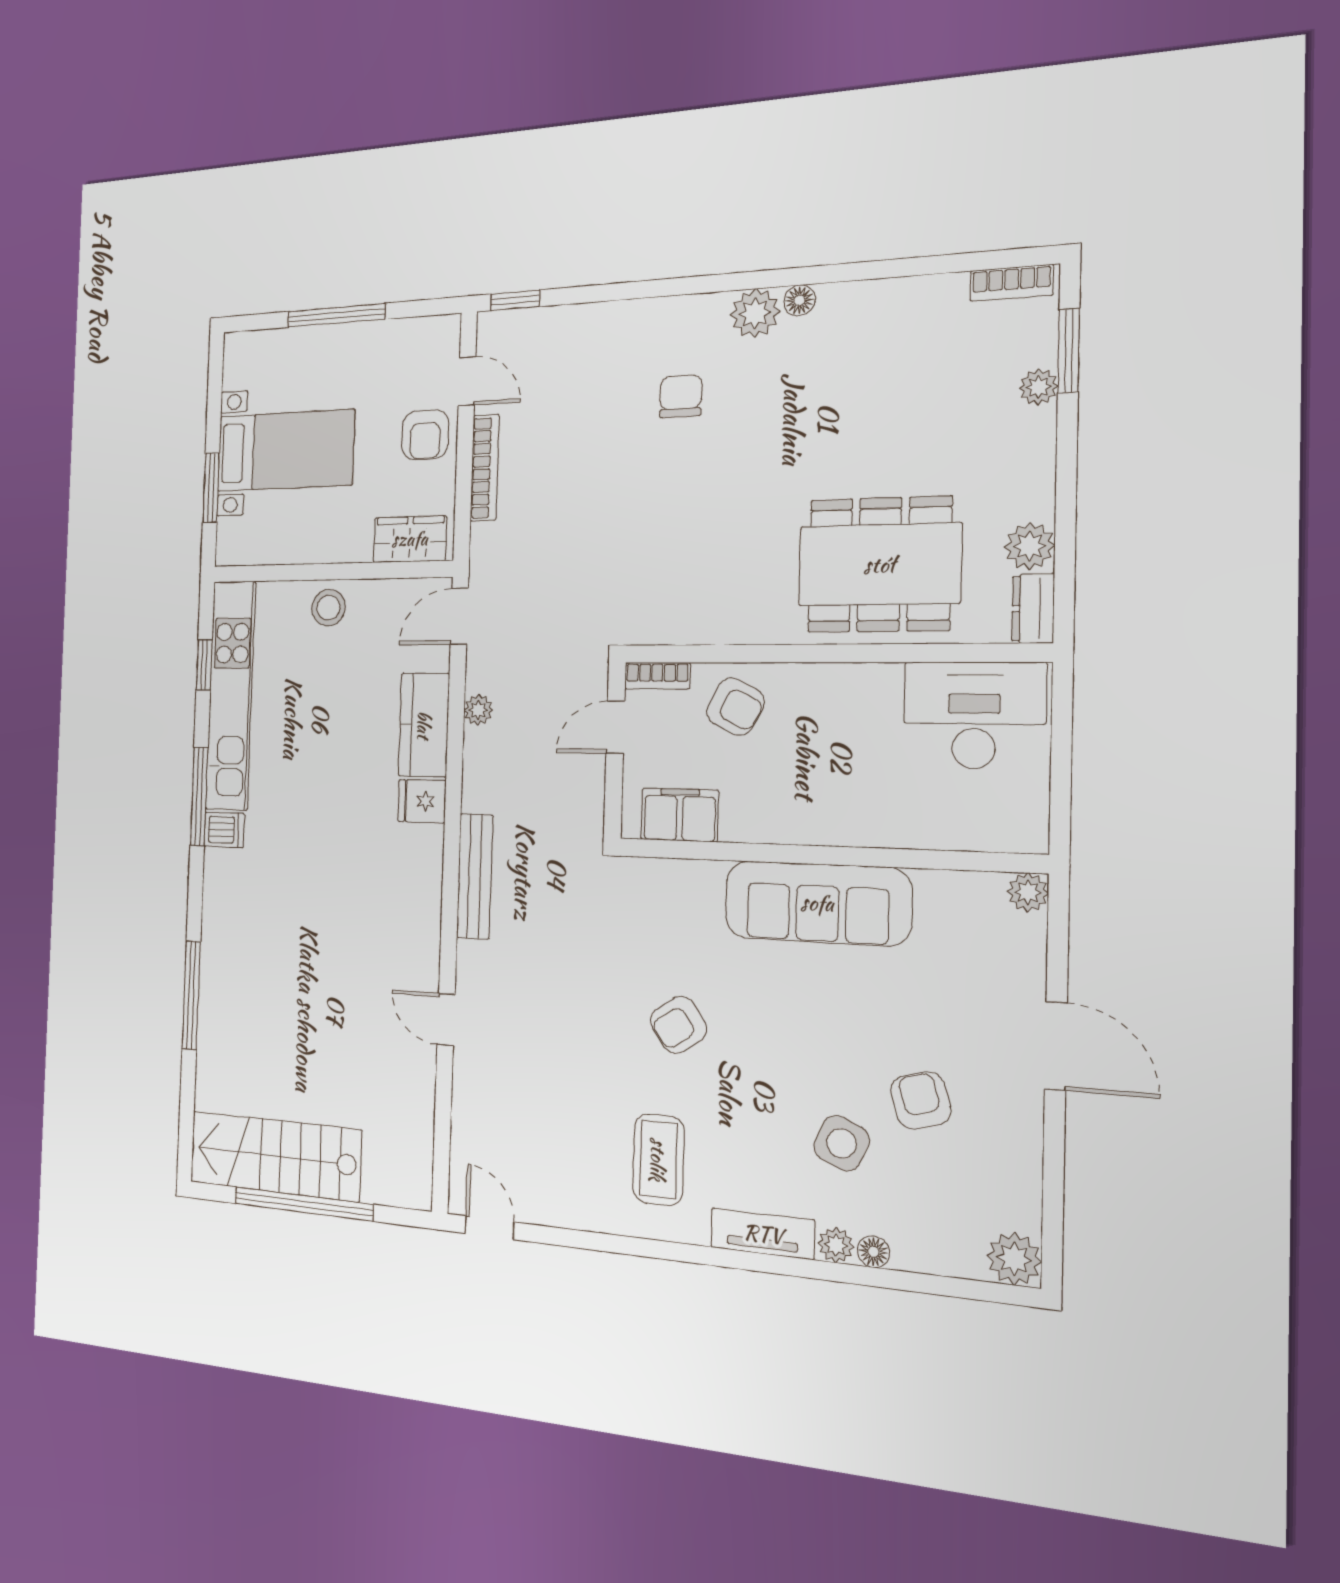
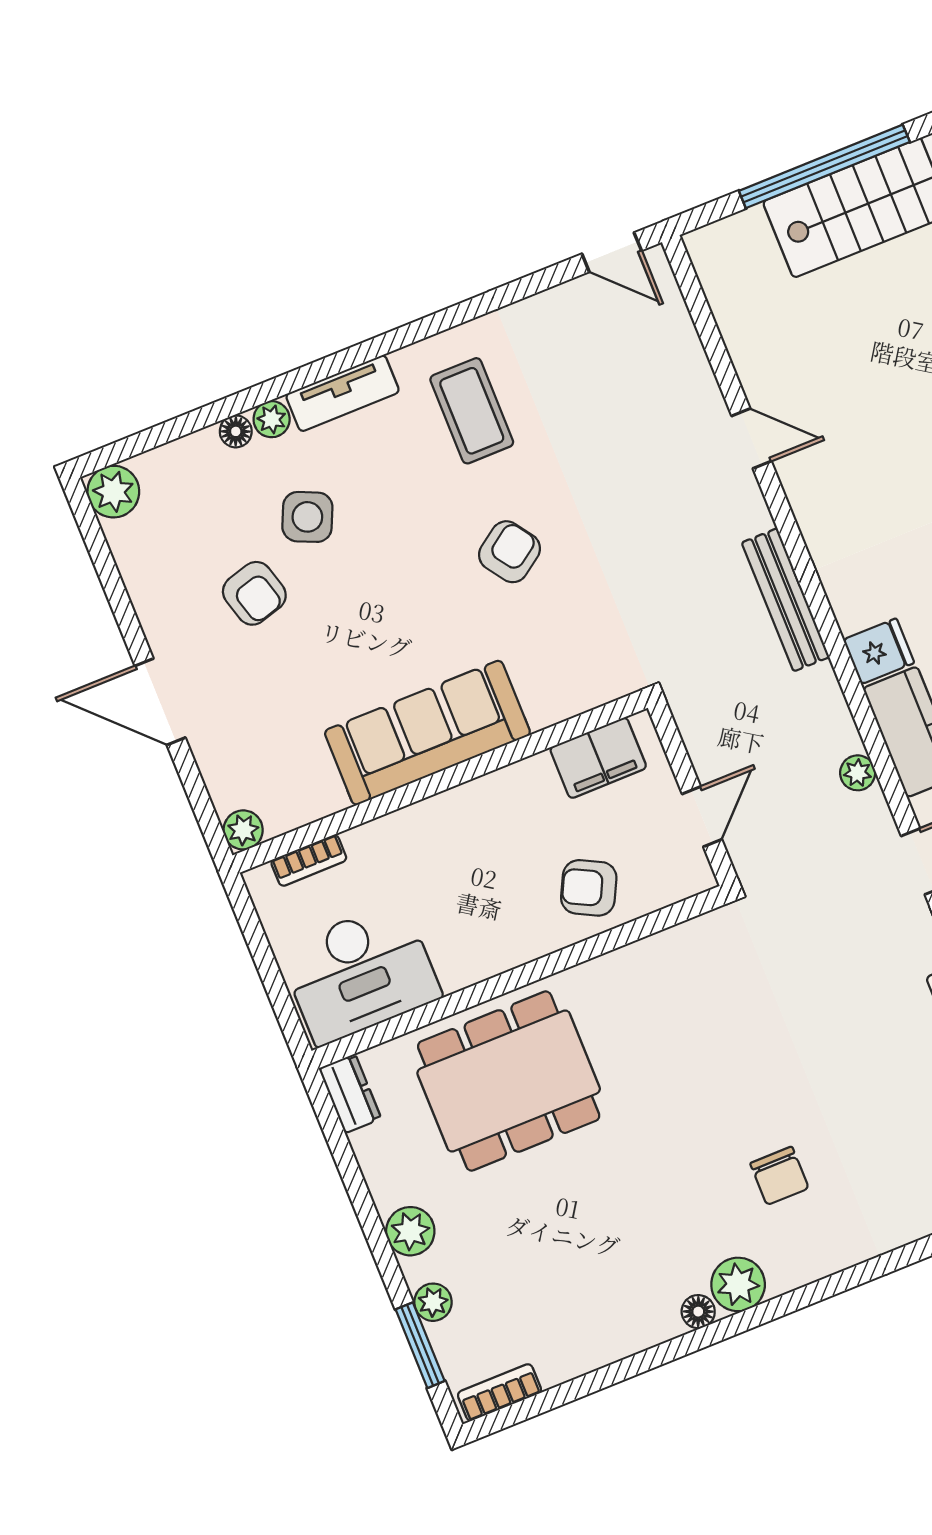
plant: (1030, 546) -> (410, 1231), moved
bookcase: (657, 676) -> (309, 860), moved, turned 180

